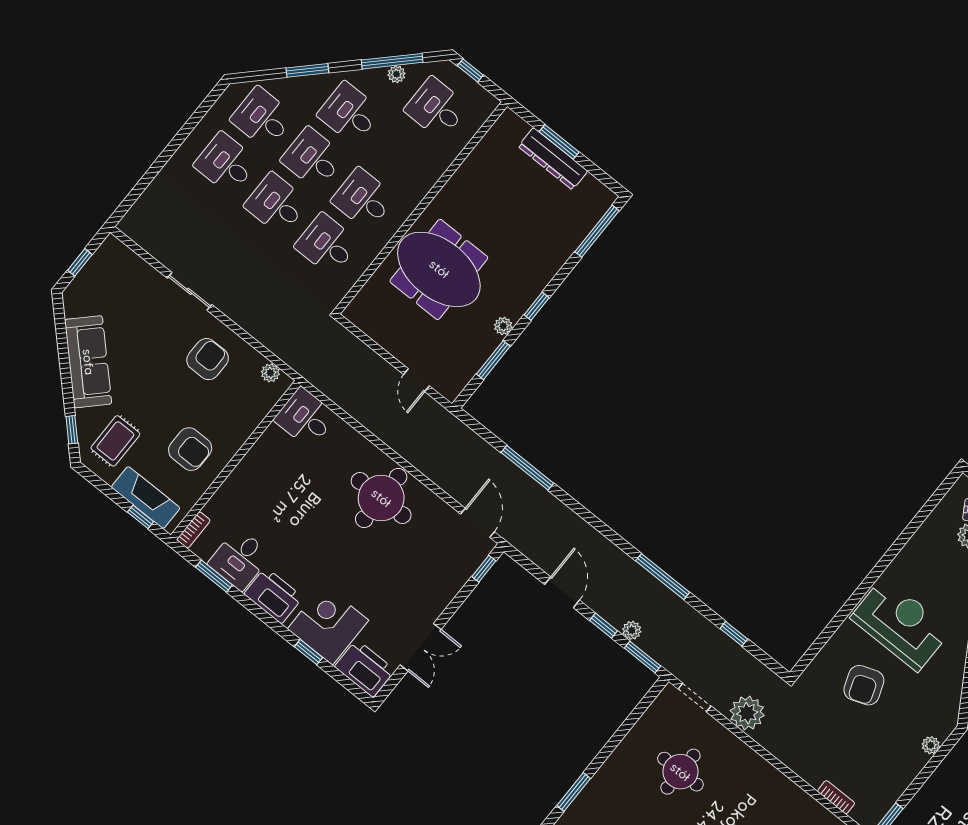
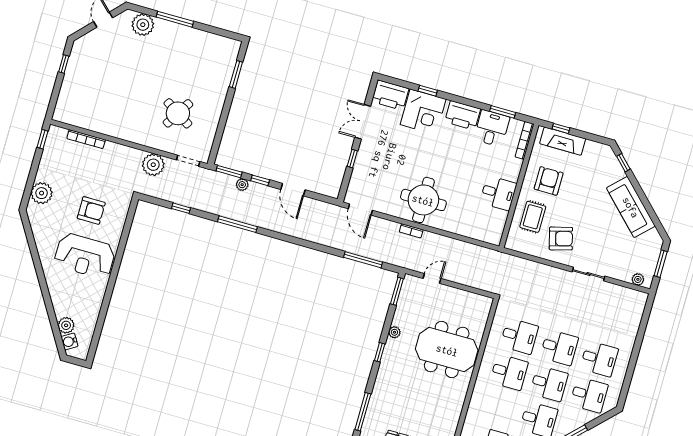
window: (80, 262) -> (661, 264), width x1.50
armchair: (208, 359) -> (561, 239), turned -105
window: (493, 360) -> (397, 291), moved
plant: (270, 373) -> (638, 279), moved
door: (417, 380) -> (432, 278), hinge flipped
desk: (305, 418) -> (498, 193), moved
rug: (115, 441) -> (533, 217), moved
armchair: (190, 449) -> (549, 181), turned 90
bookcase: (417, 461) -> (411, 231), added
window: (527, 468) -> (363, 260), moved
bookcase: (193, 530) -> (525, 140), width x1.56
window: (484, 569) -> (352, 159), moved
armchair: (864, 685) -> (91, 210), turned 110
plant: (931, 745) -> (42, 193), width x1.87, depth x1.87
round table: (680, 772) -> (178, 113), turned 32
bookcase: (836, 797) -> (86, 139), width x1.56

